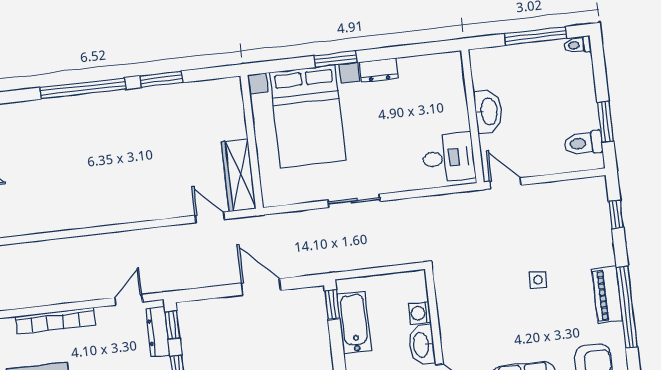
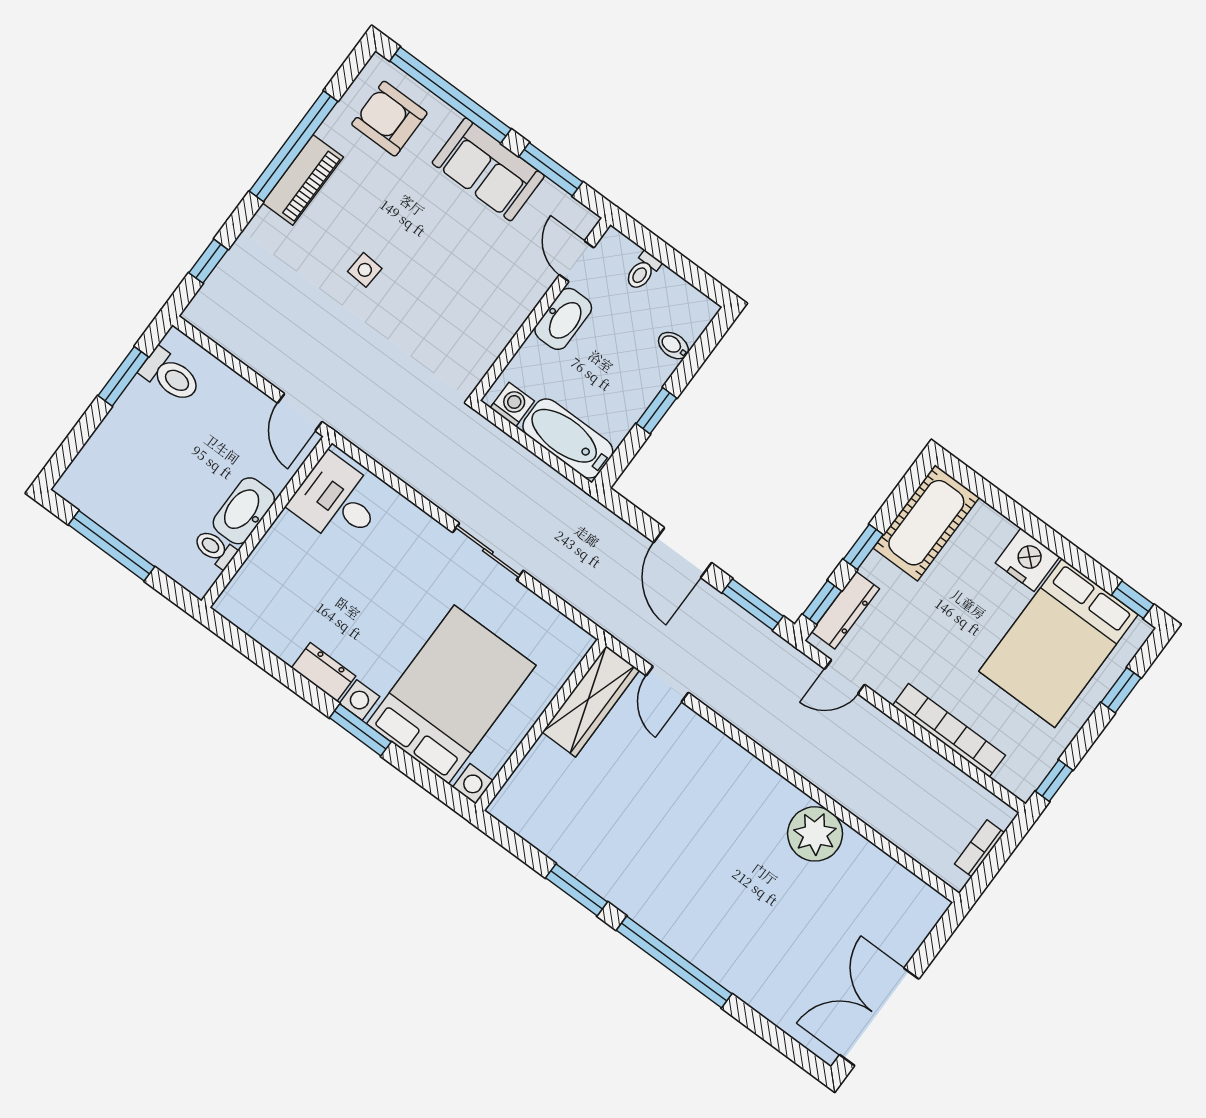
toilet: (577, 45) -> (215, 549), moved, turned 180
plant: (73, 212) -> (815, 834), added
window: (205, 293) -> (753, 604), added
window: (332, 305) -> (656, 411), moved
washing machine: (420, 313) -> (512, 405), moved, turned -90
bathtub: (354, 322) -> (568, 438), moved, turned 90

